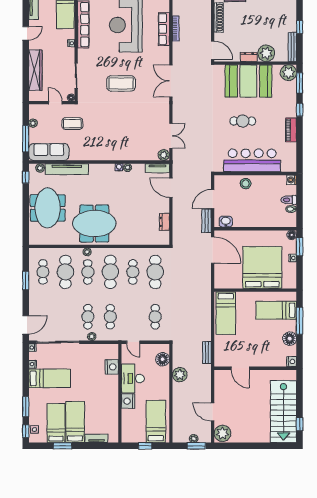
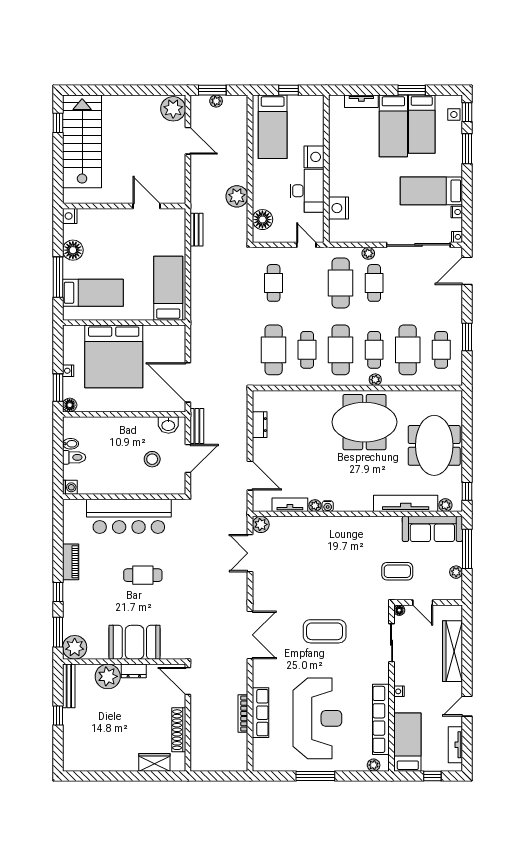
booth: (248, 81) -> (134, 642), width x0.73, depth x0.70
tv unit: (157, 168) -> (290, 505), moved
stool: (246, 184) -> (152, 459), moved
cafe table: (110, 317) -> (341, 283), width x1.37, depth x1.35

